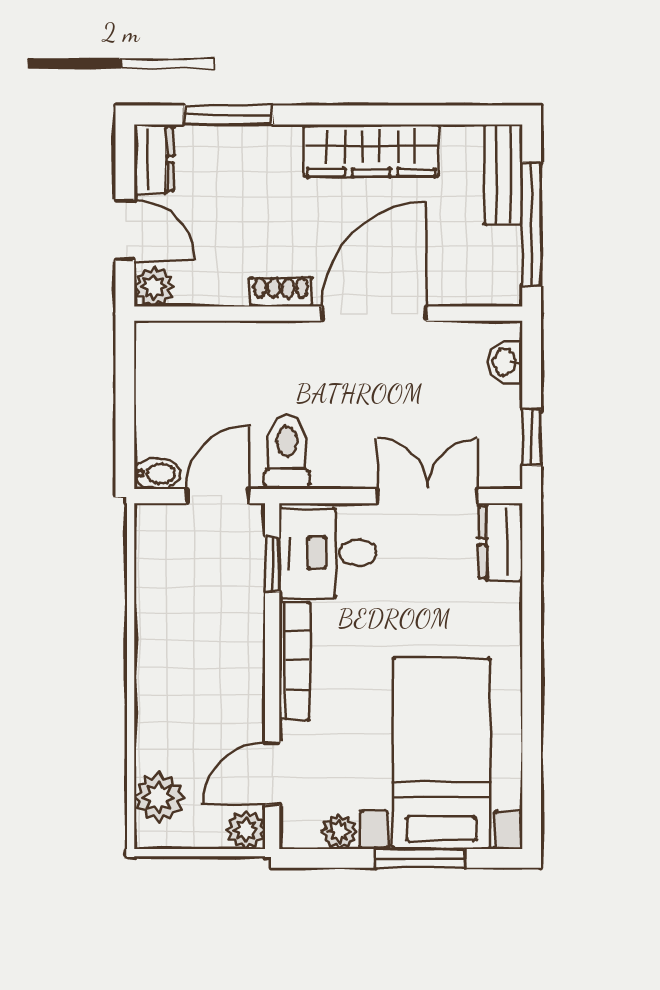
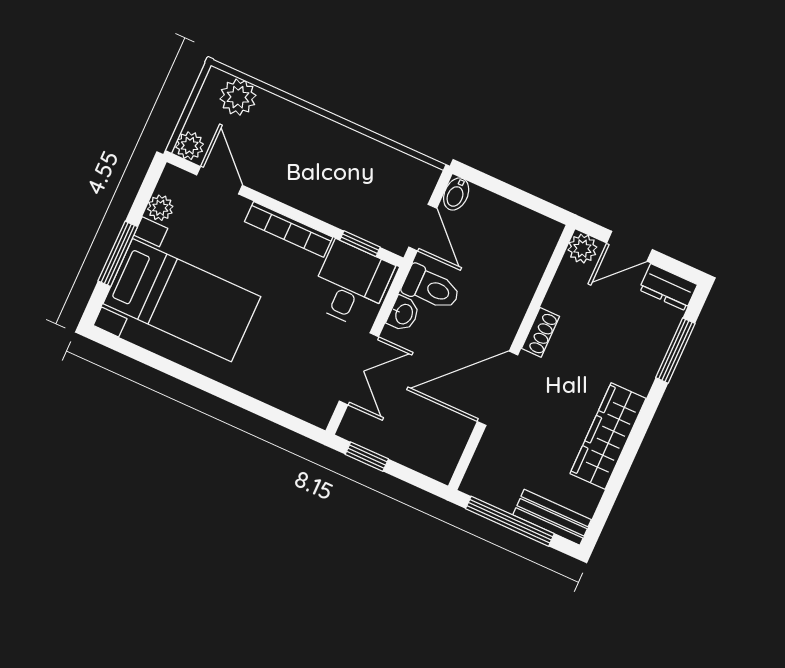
door: (374, 314) -> (498, 388), swing flipped
washbasin: (505, 362) -> (403, 314), moved, turned 90
dresser: (500, 542) -> (306, 404), removed

